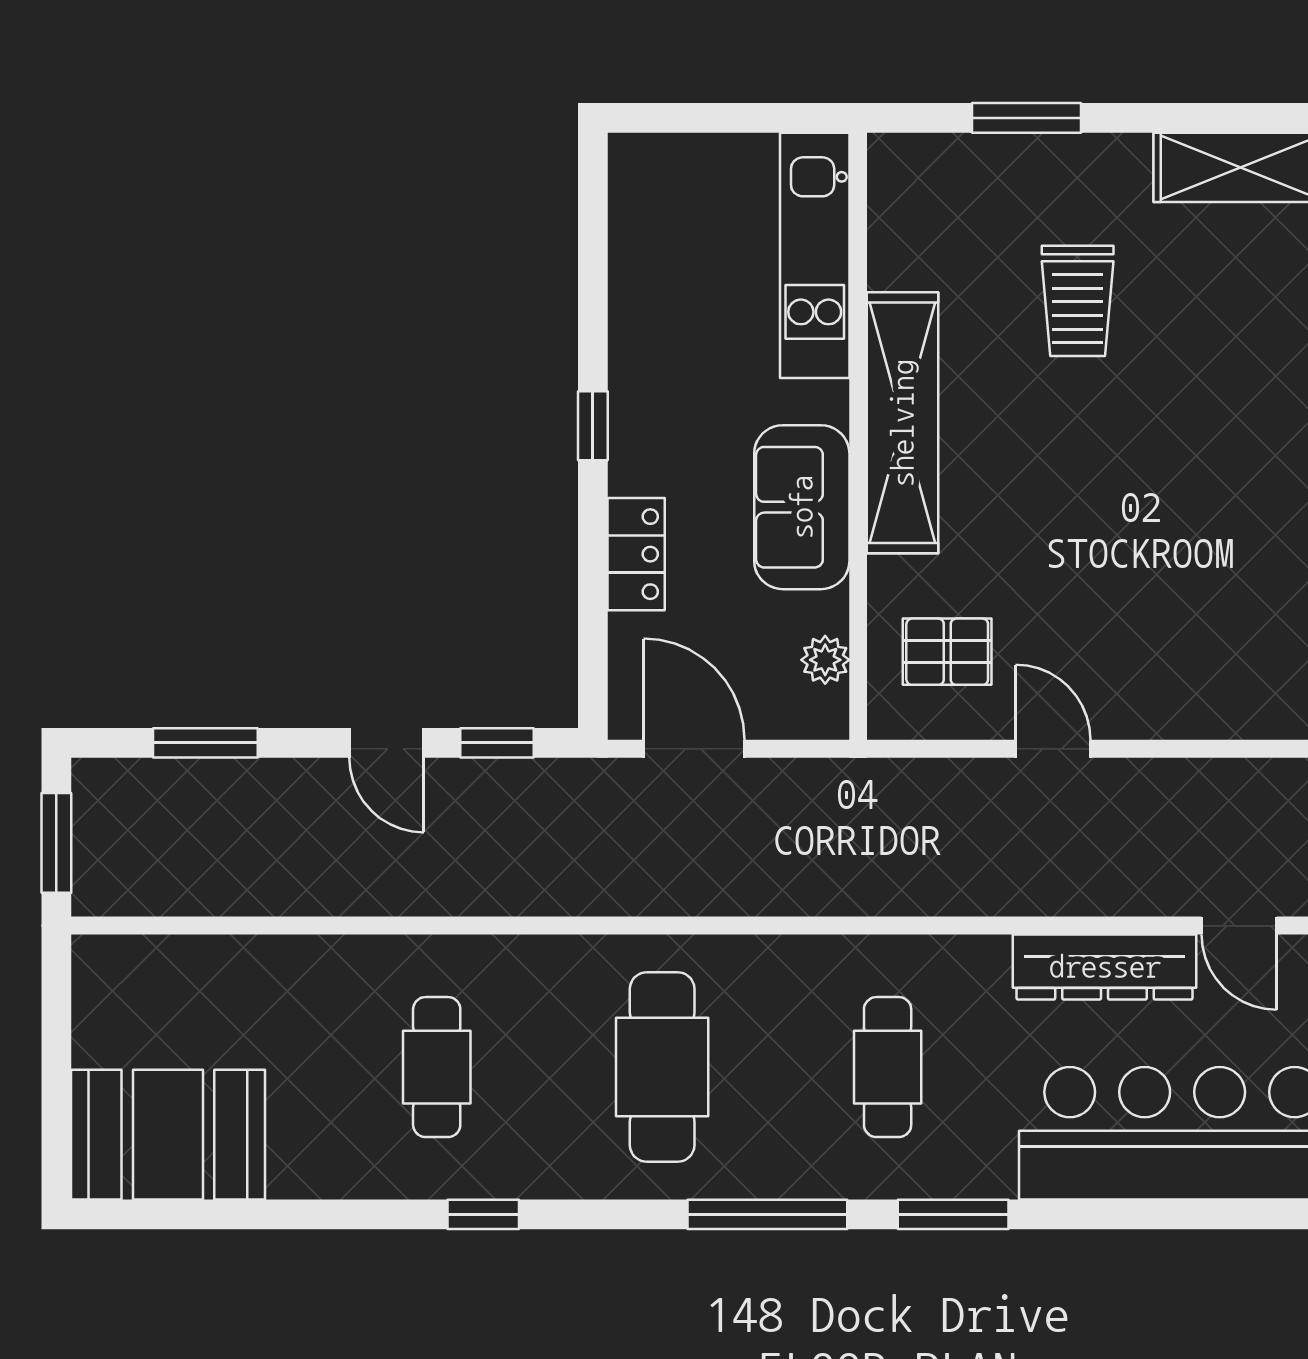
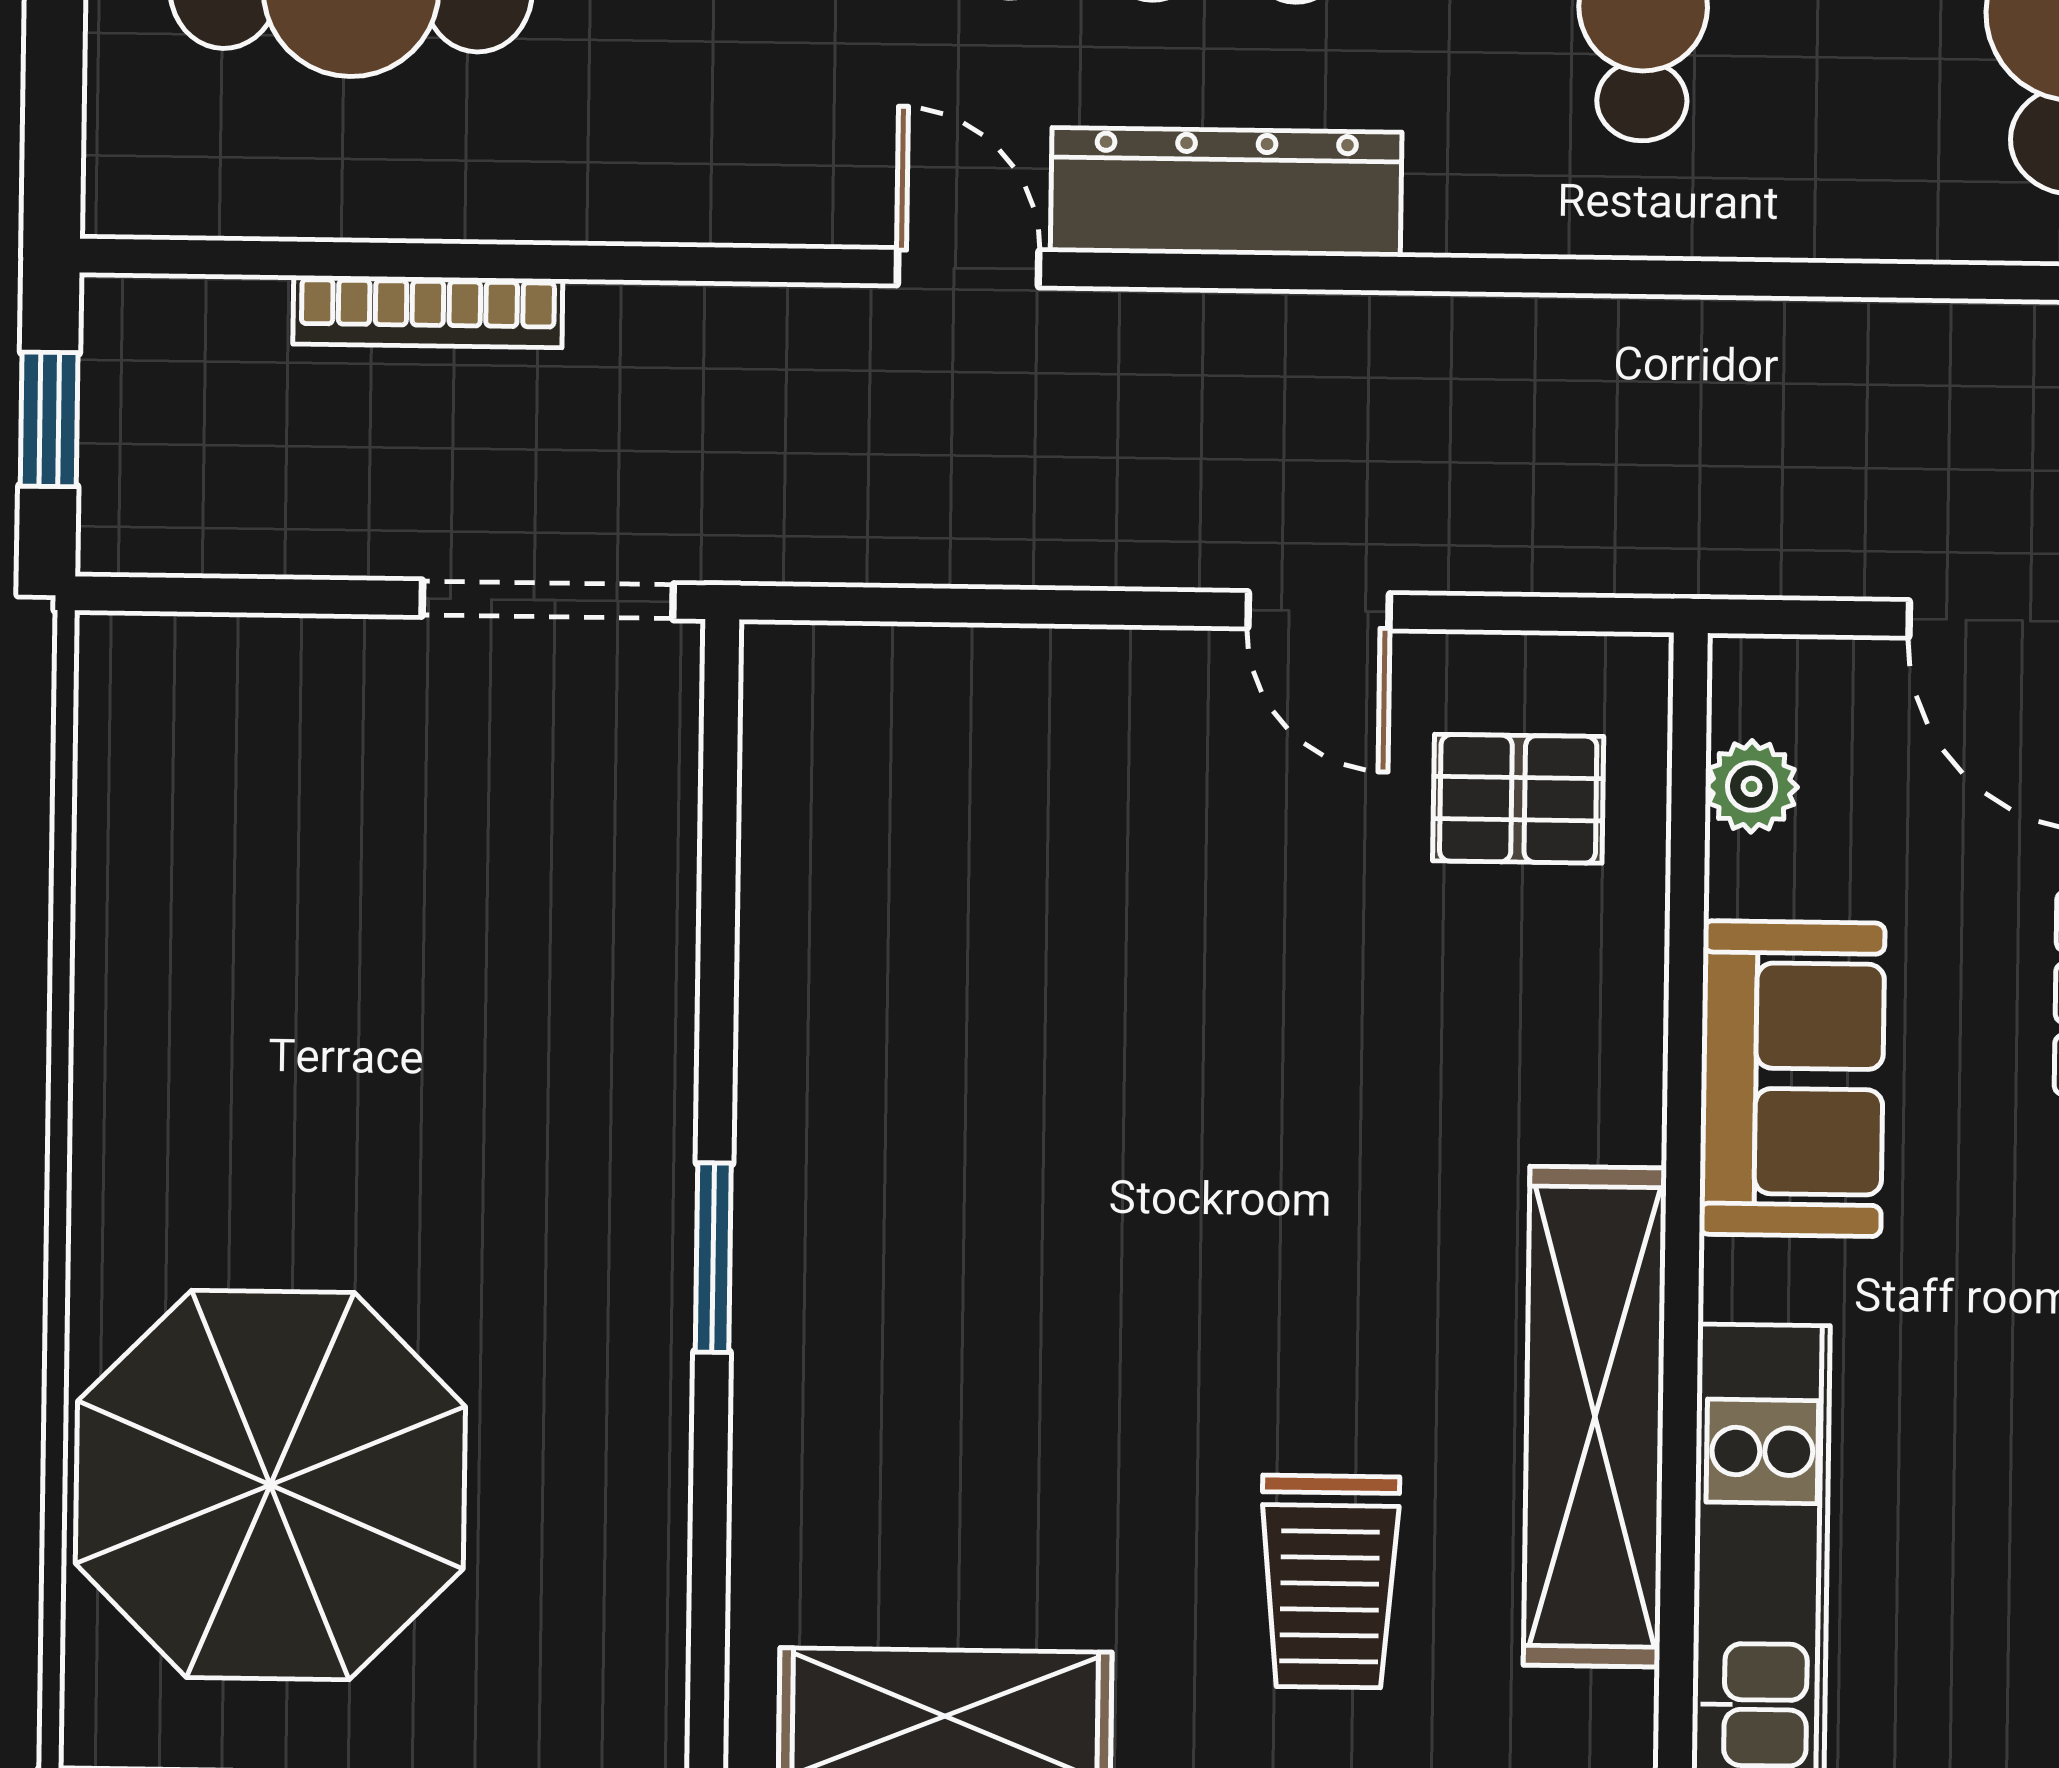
trolley: (1078, 301) -> (1330, 1582), moved, turned 180
shelving: (903, 423) -> (1595, 1417), moved

